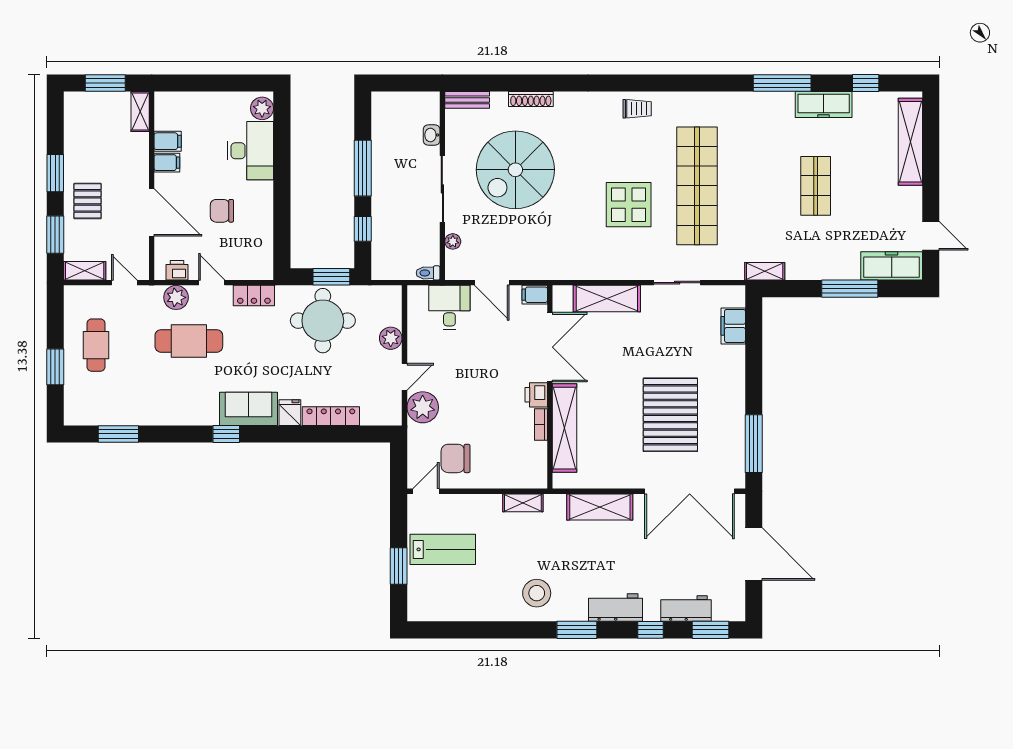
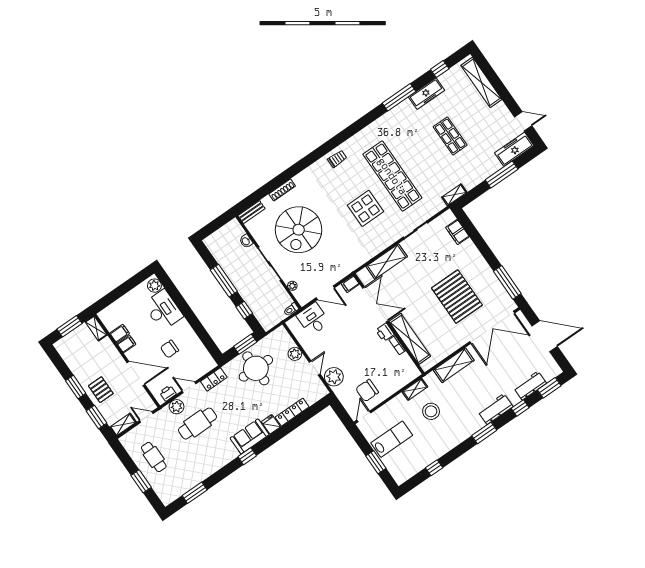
stool: (537, 593) -> (431, 411), moved
window: (474, 630) -> (434, 468), added

